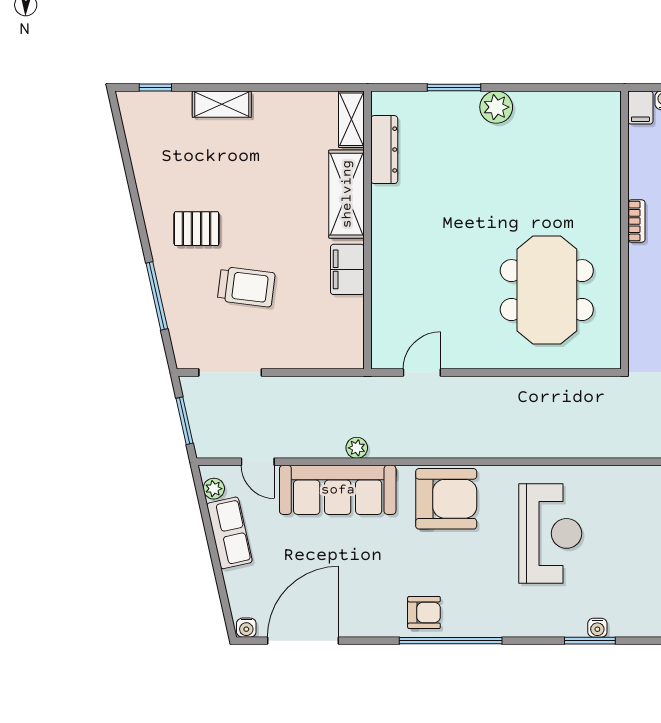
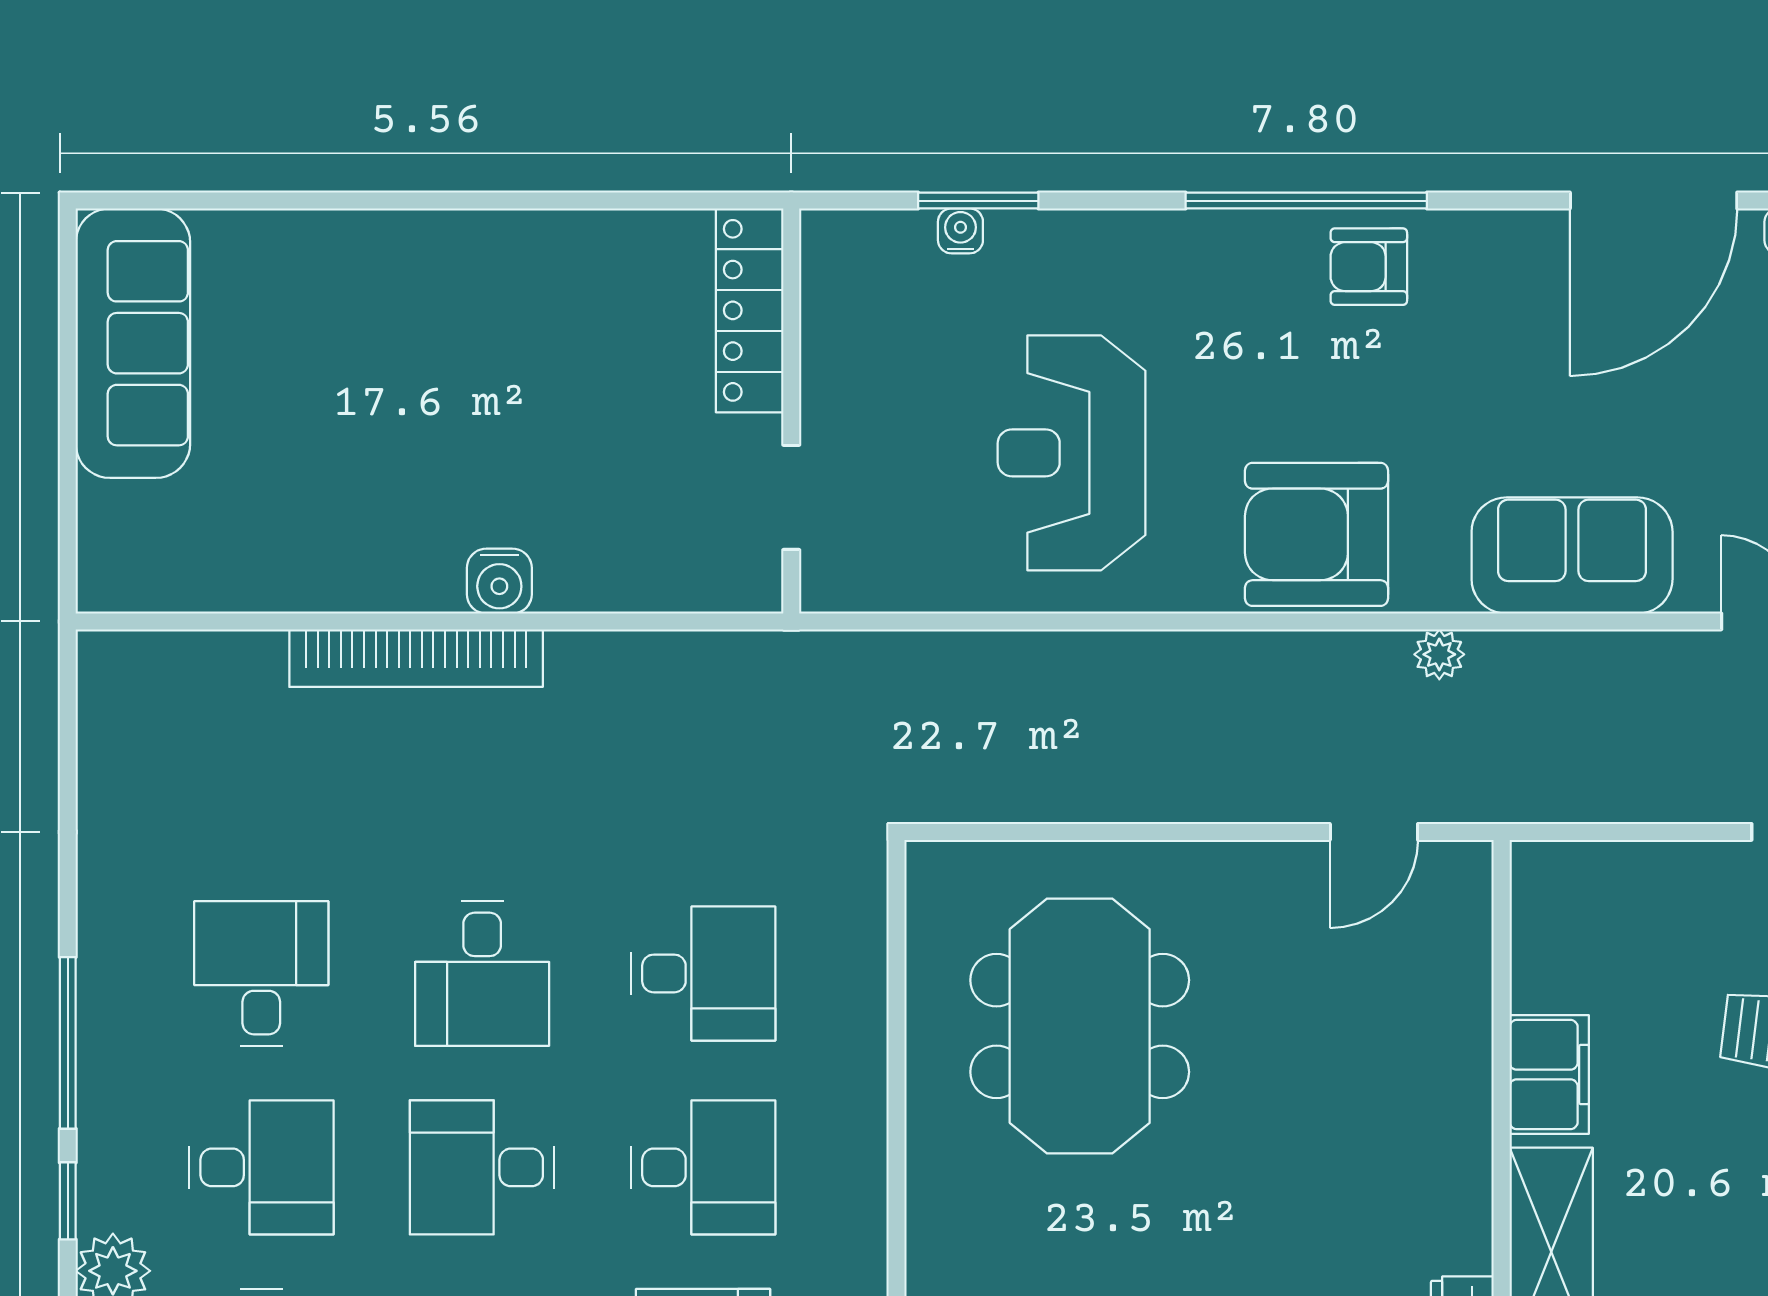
bookcase: (636, 221) -> (869, 1188), removed
plant: (357, 448) -> (1439, 654), moved
sofa: (338, 490) -> (1572, 555), width x0.73

